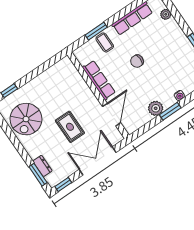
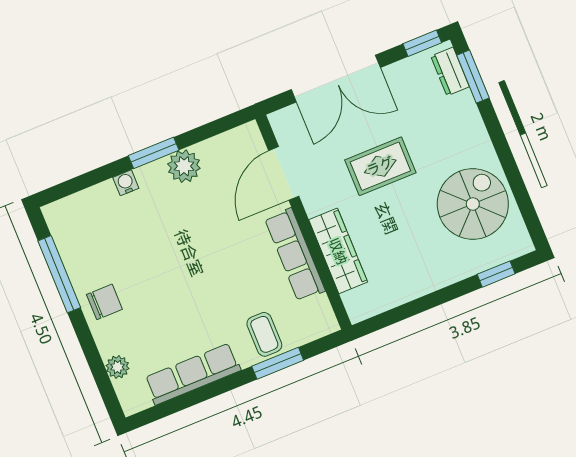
chair: (137, 61) -> (104, 302), moved
wardrobe: (80, 86) -> (338, 251), added
rug: (70, 127) -> (380, 166), turned 90
dresser: (42, 166) -> (450, 72), moved

